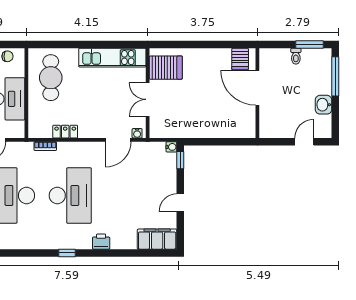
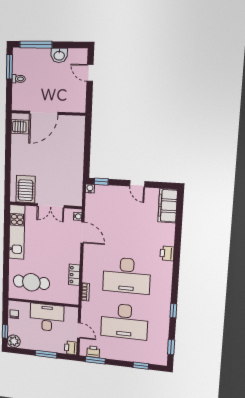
desk: (70, 195) -> (127, 276), turned 180
window: (67, 253) -> (173, 311), moved

